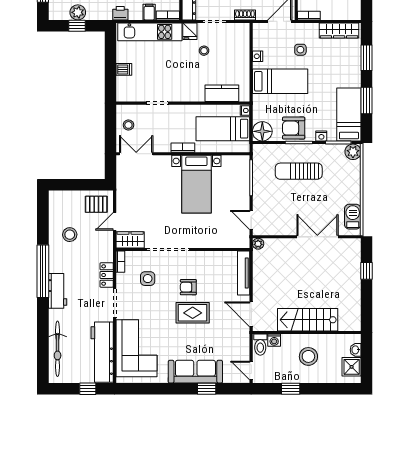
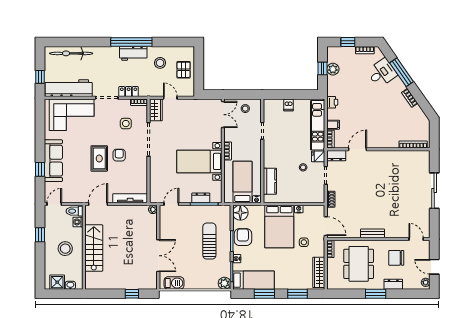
bed: (280, 81) -> (279, 227), width x1.50
dresser: (243, 182) -> (201, 198), added
pallet: (96, 204) -> (184, 70), moved
workbench: (58, 291) -> (133, 53), moved

